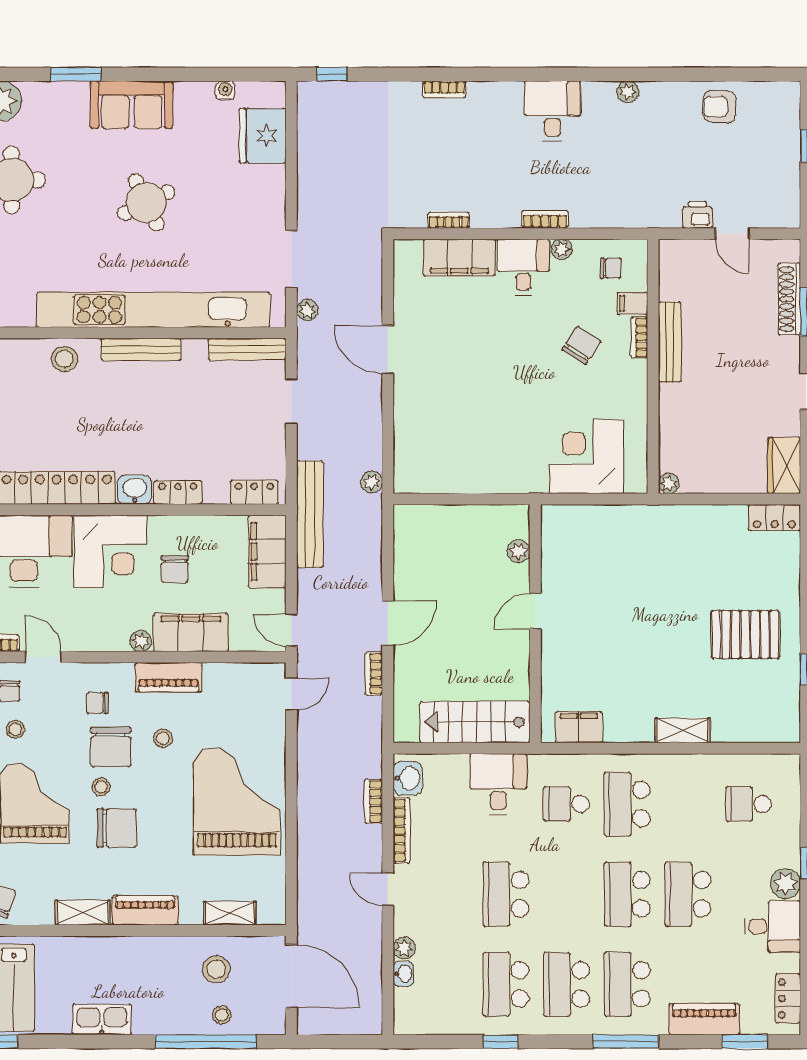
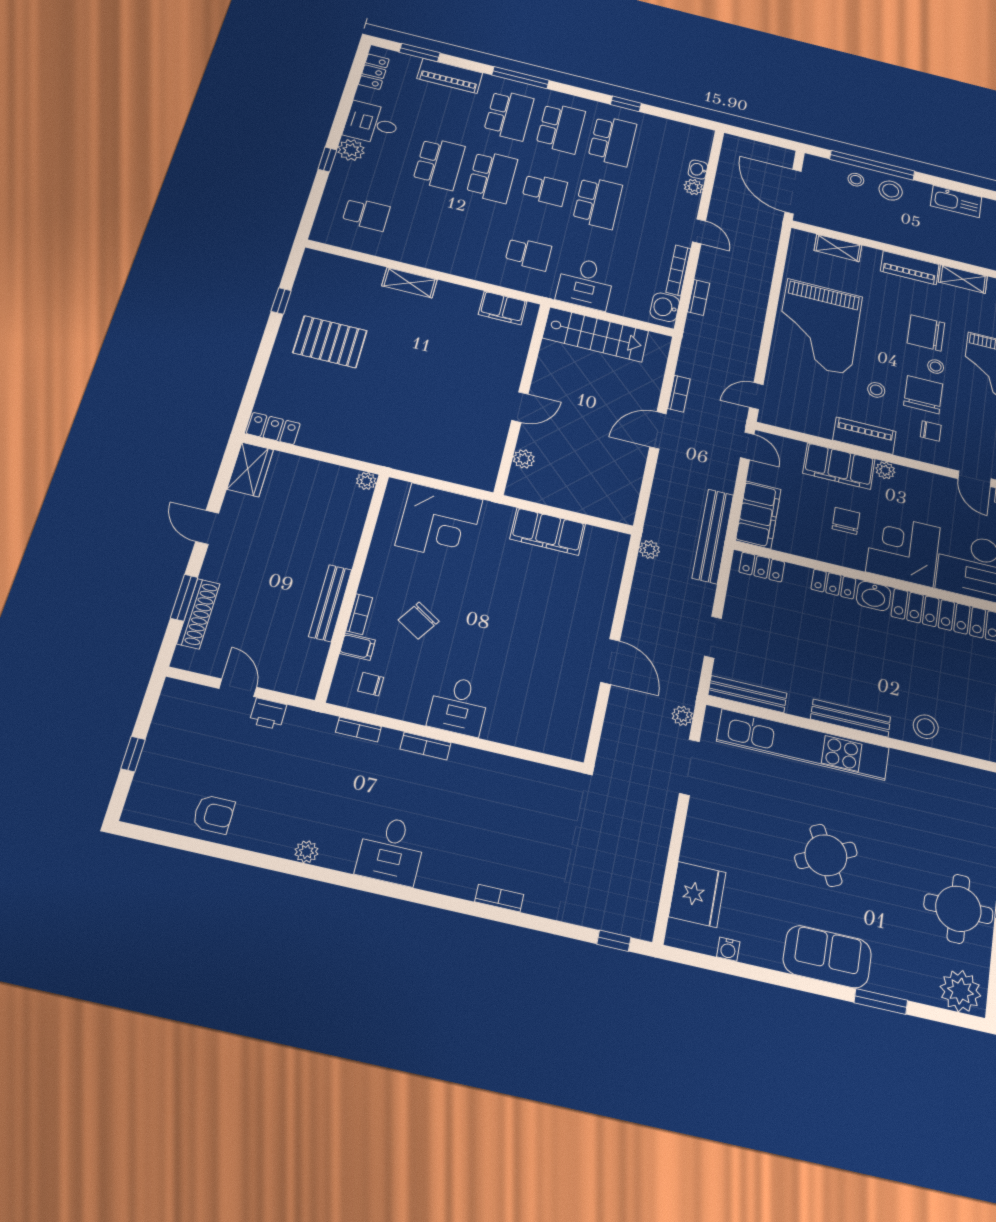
bookcase: (449, 220) -> (358, 729), moved
plant: (562, 249) -> (416, 713), removed
filing cabinet: (459, 258) -> (548, 532), moved, turned 180
kitchen unit: (153, 310) -> (803, 745), width x0.73
school desk: (627, 804) -> (545, 190), moved, width x0.54
stool: (216, 969) -> (891, 191), moved

